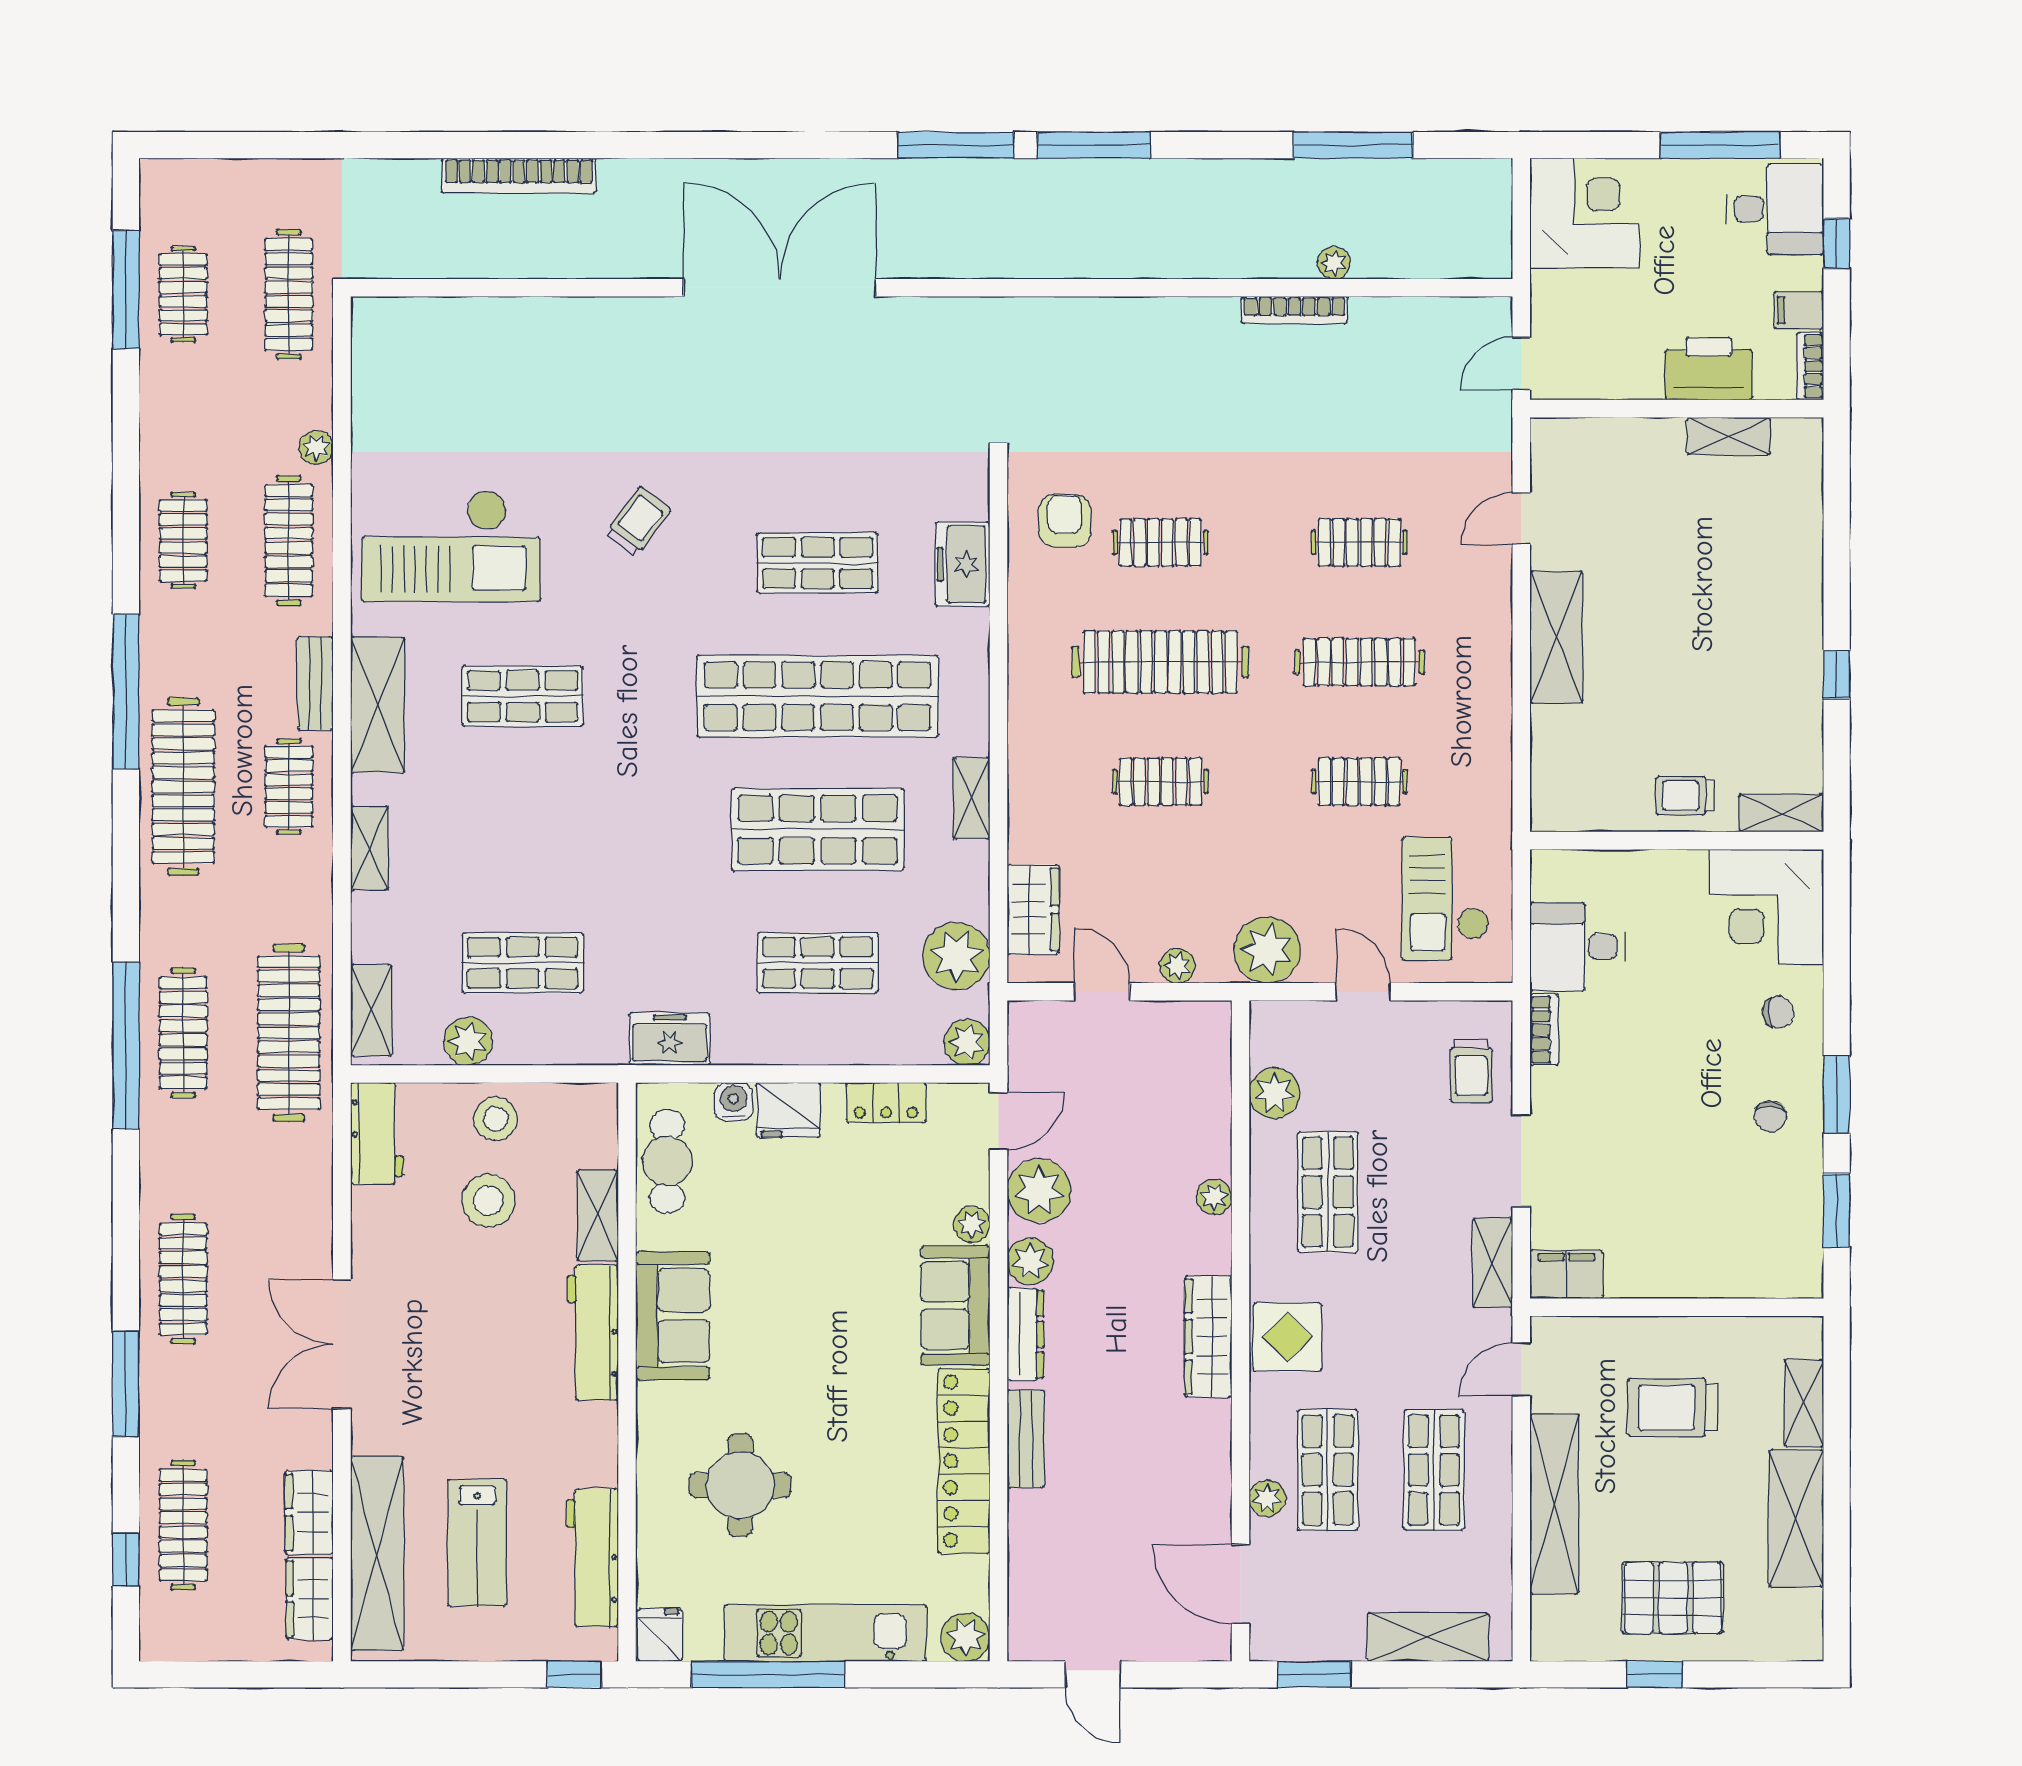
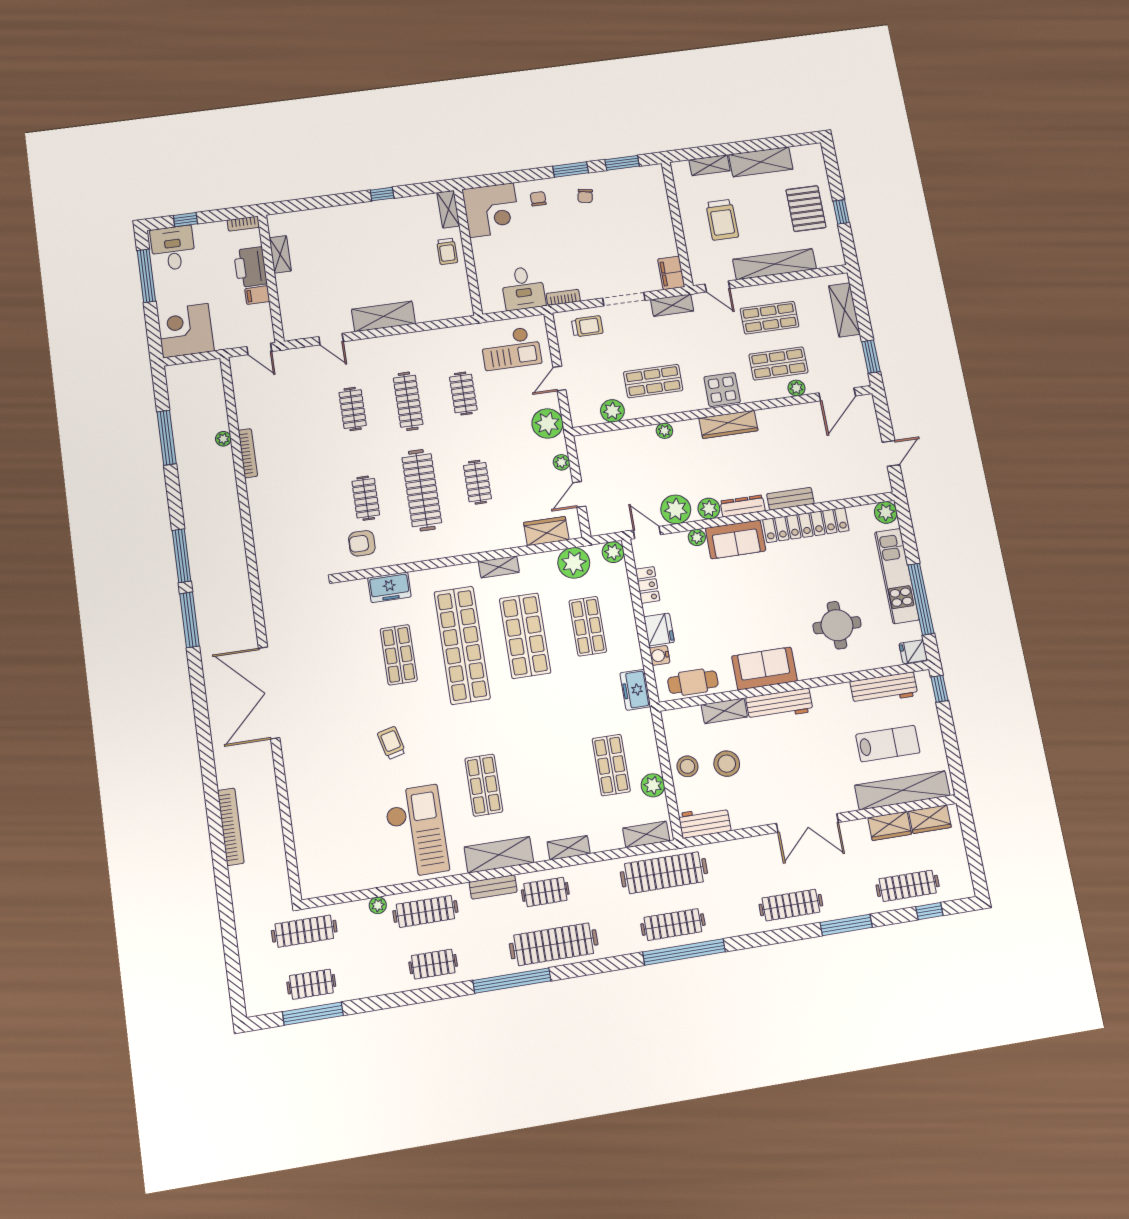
filing cabinet: (1799, 310) -> (257, 295), moved, turned 90
trolley: (638, 522) -> (391, 743), turned 39
chair: (1771, 1116) -> (585, 196), turned 99

